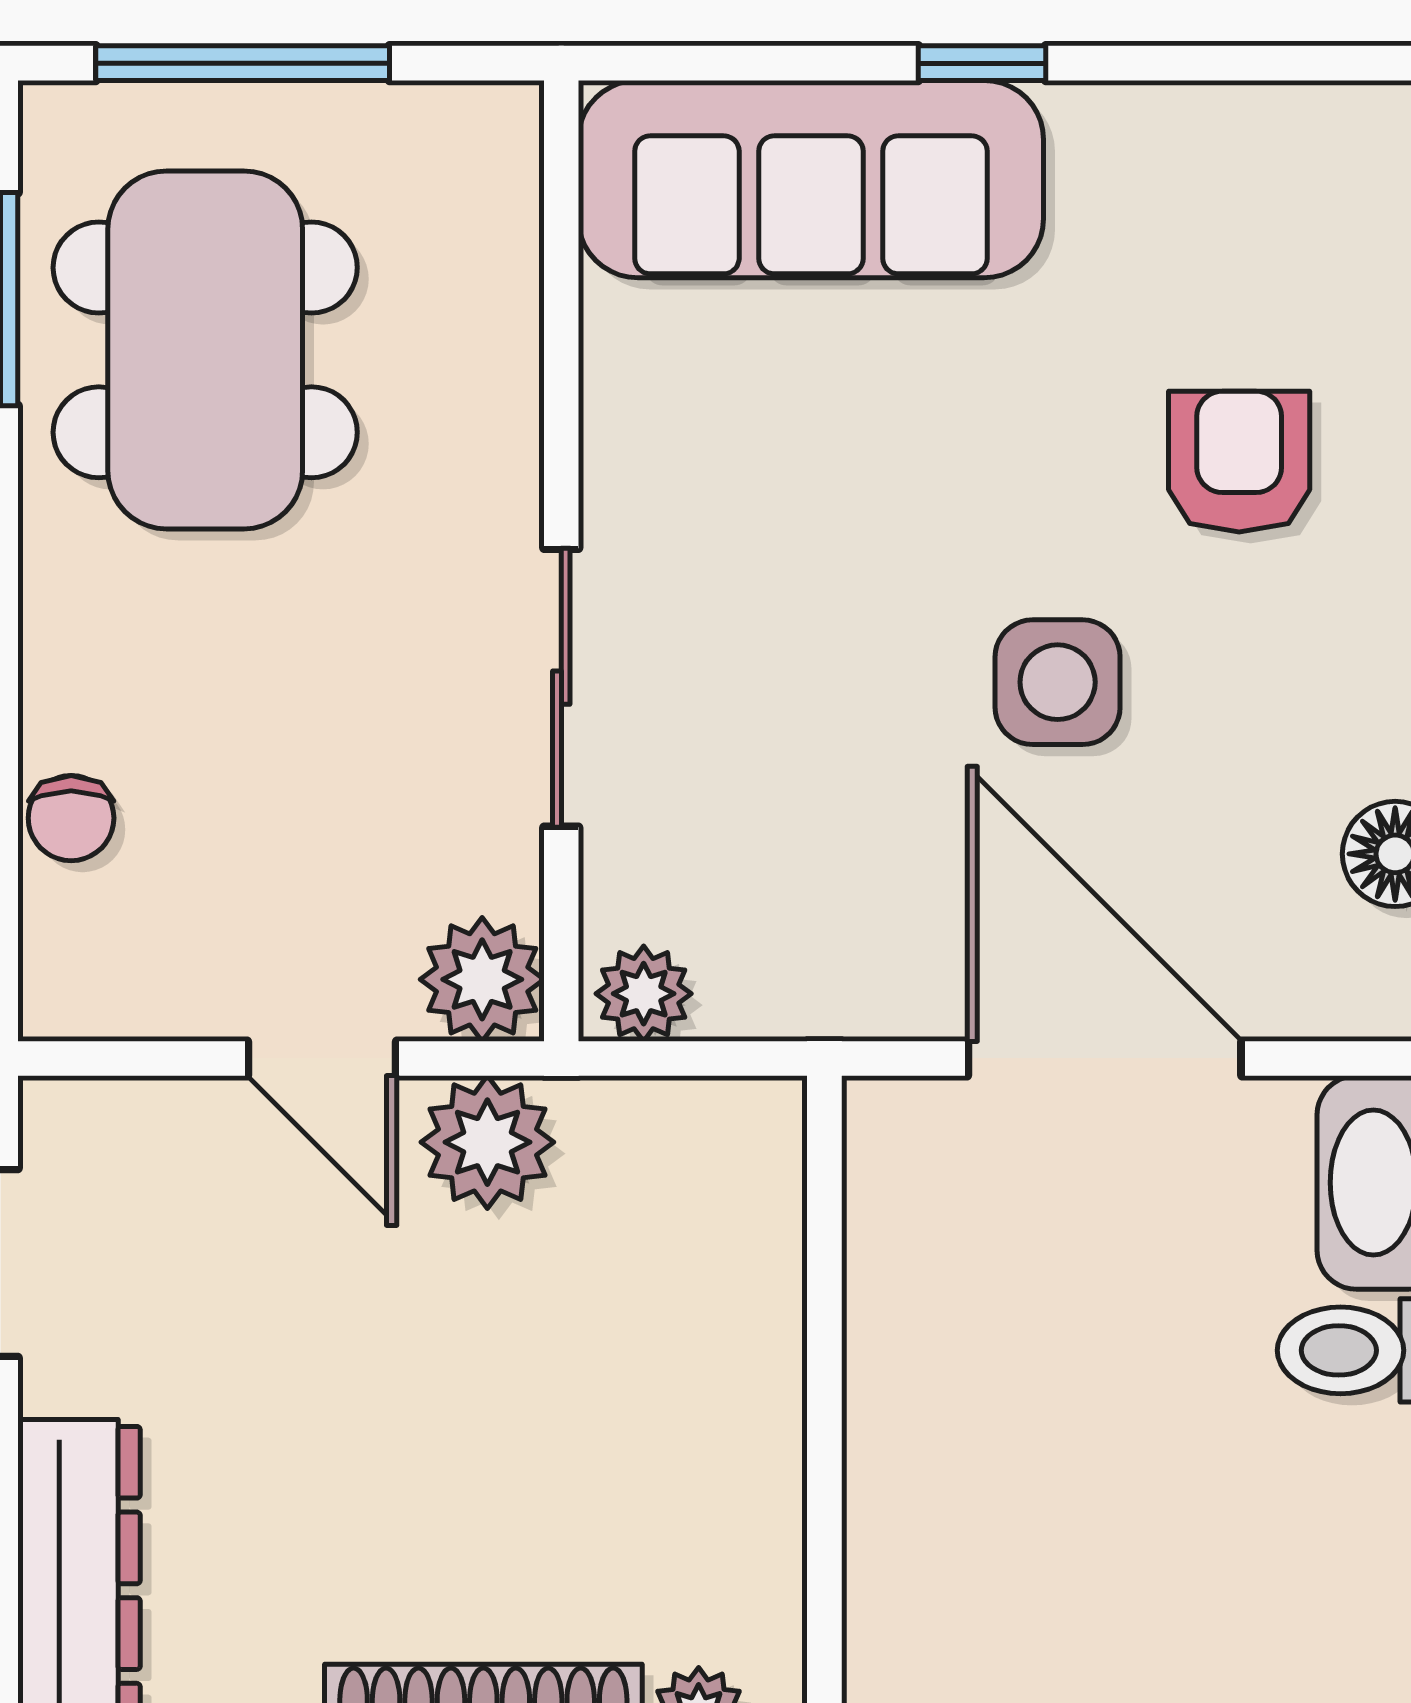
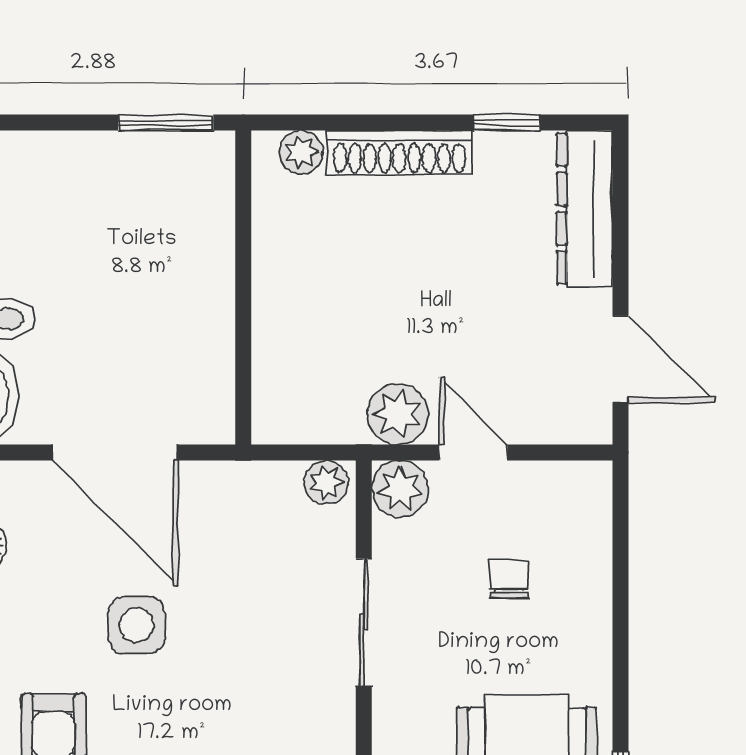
chair: (71, 818) -> (509, 579), moved

